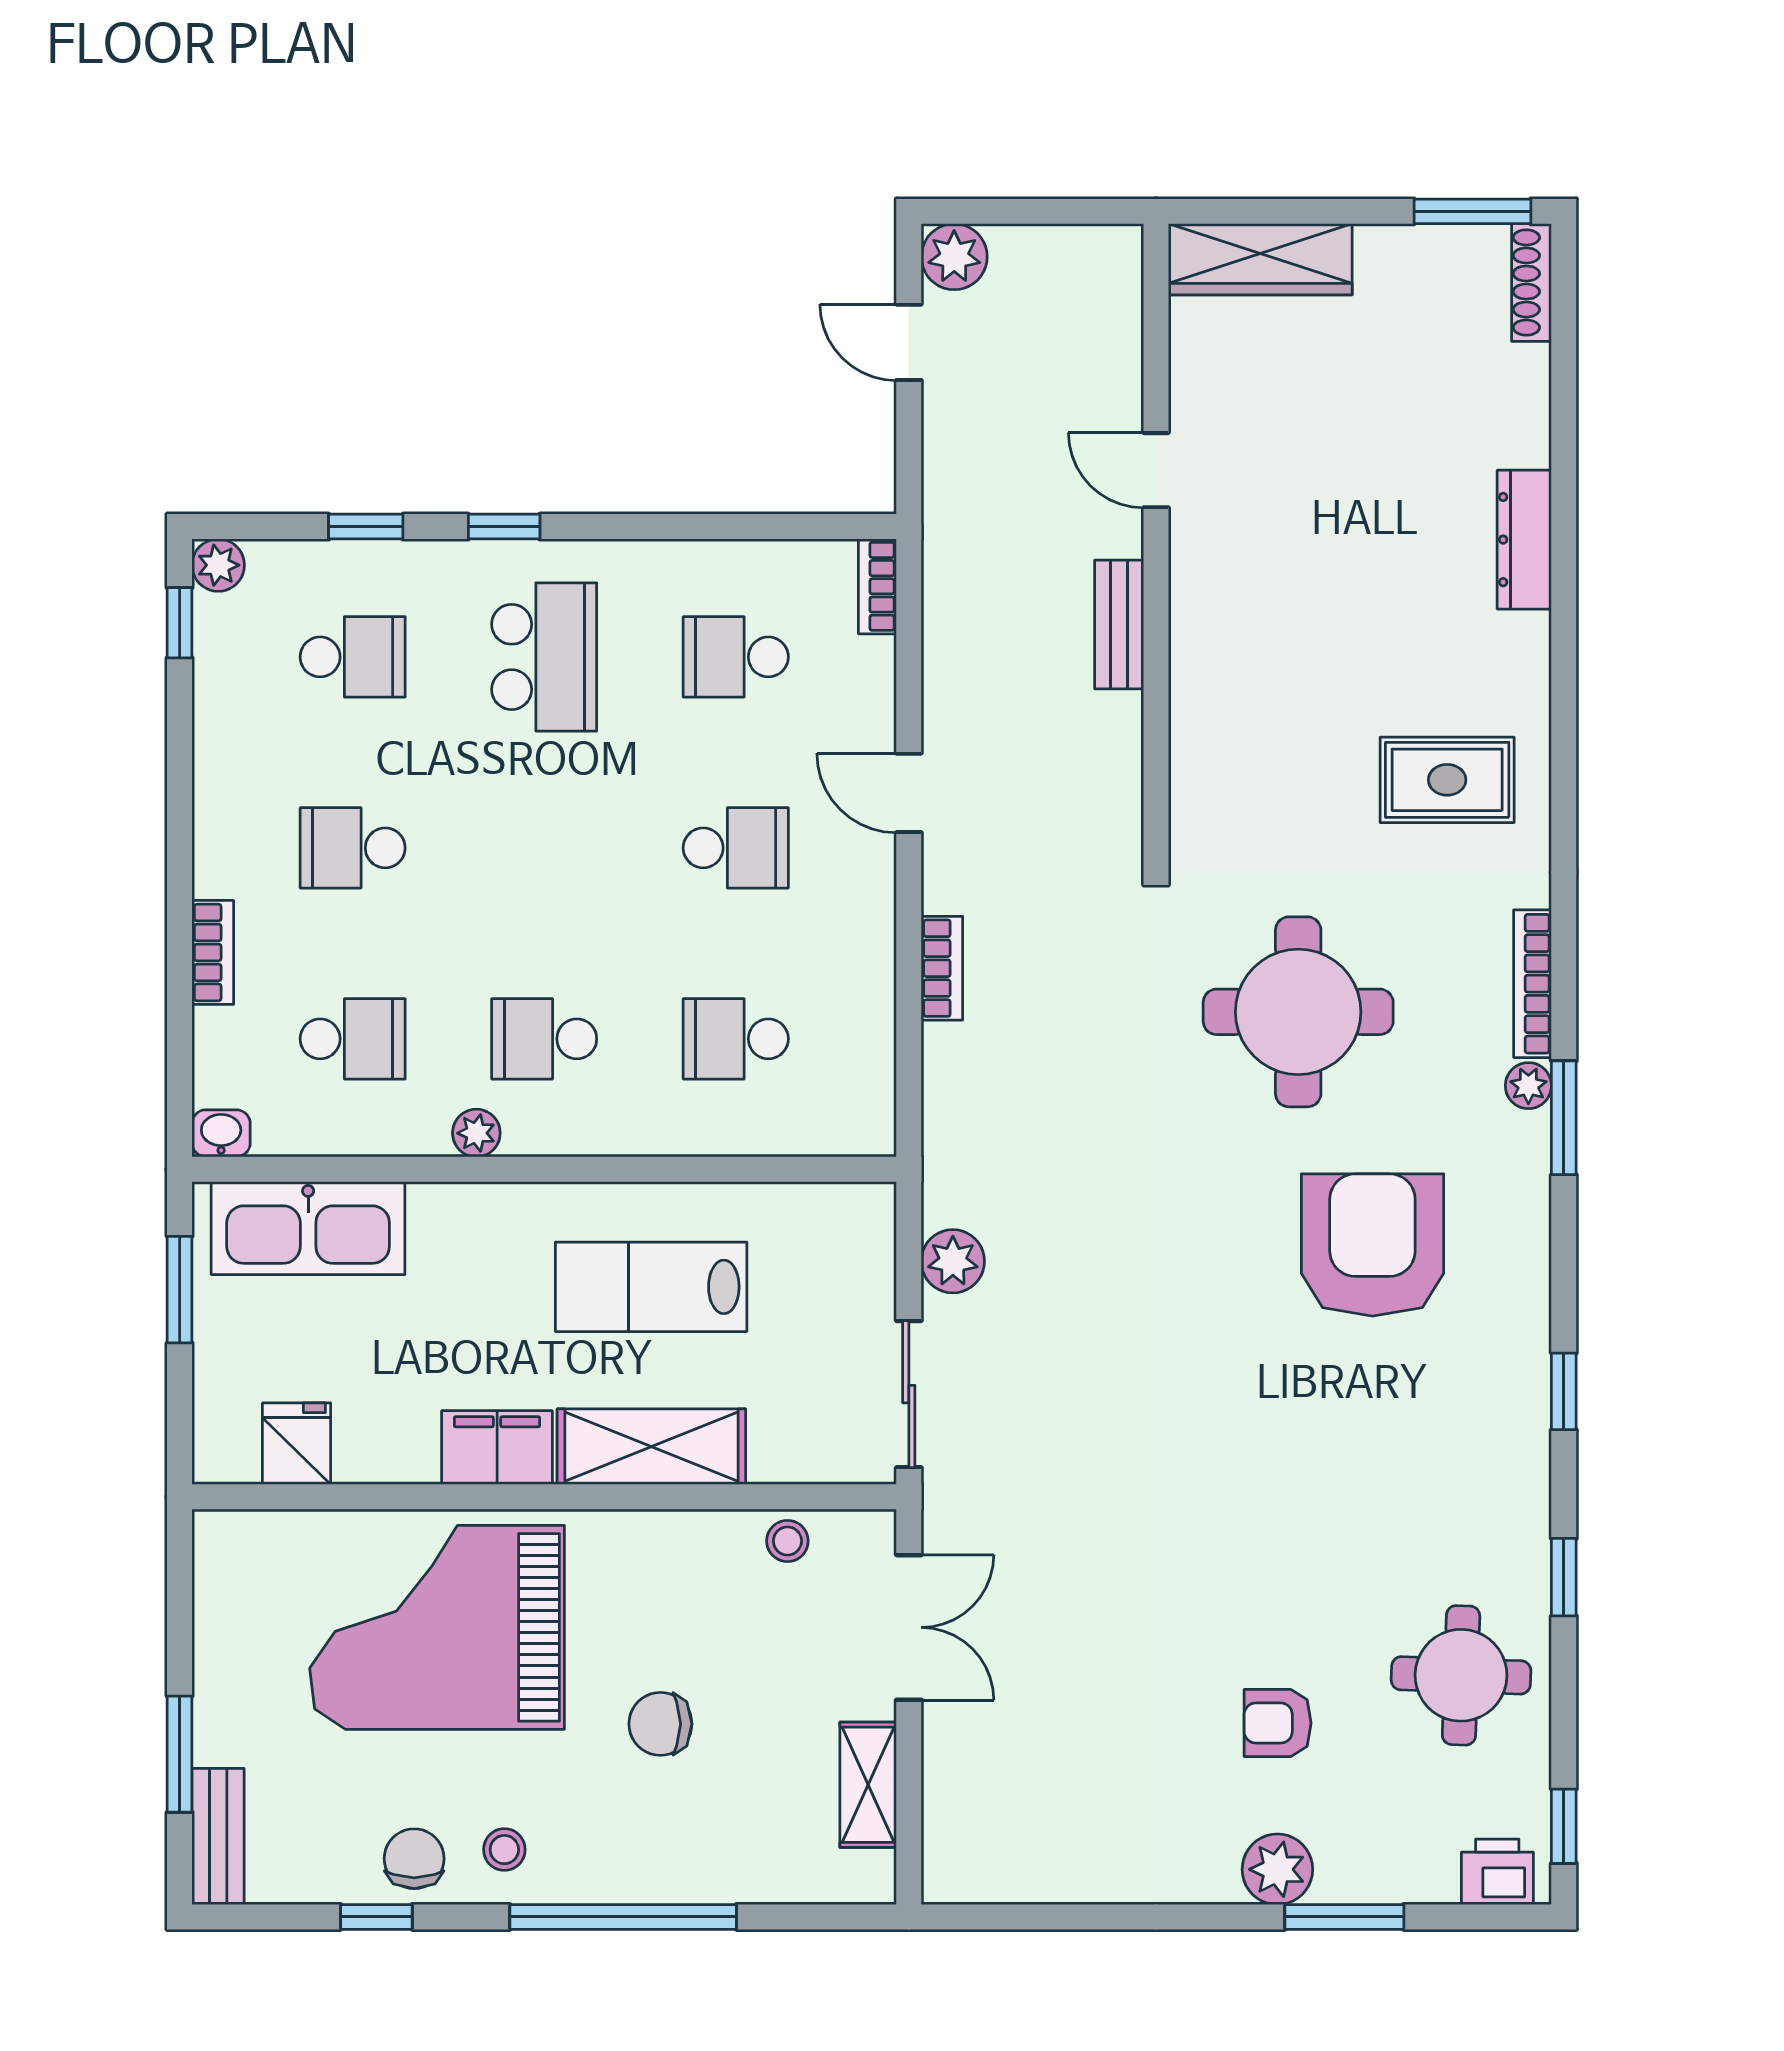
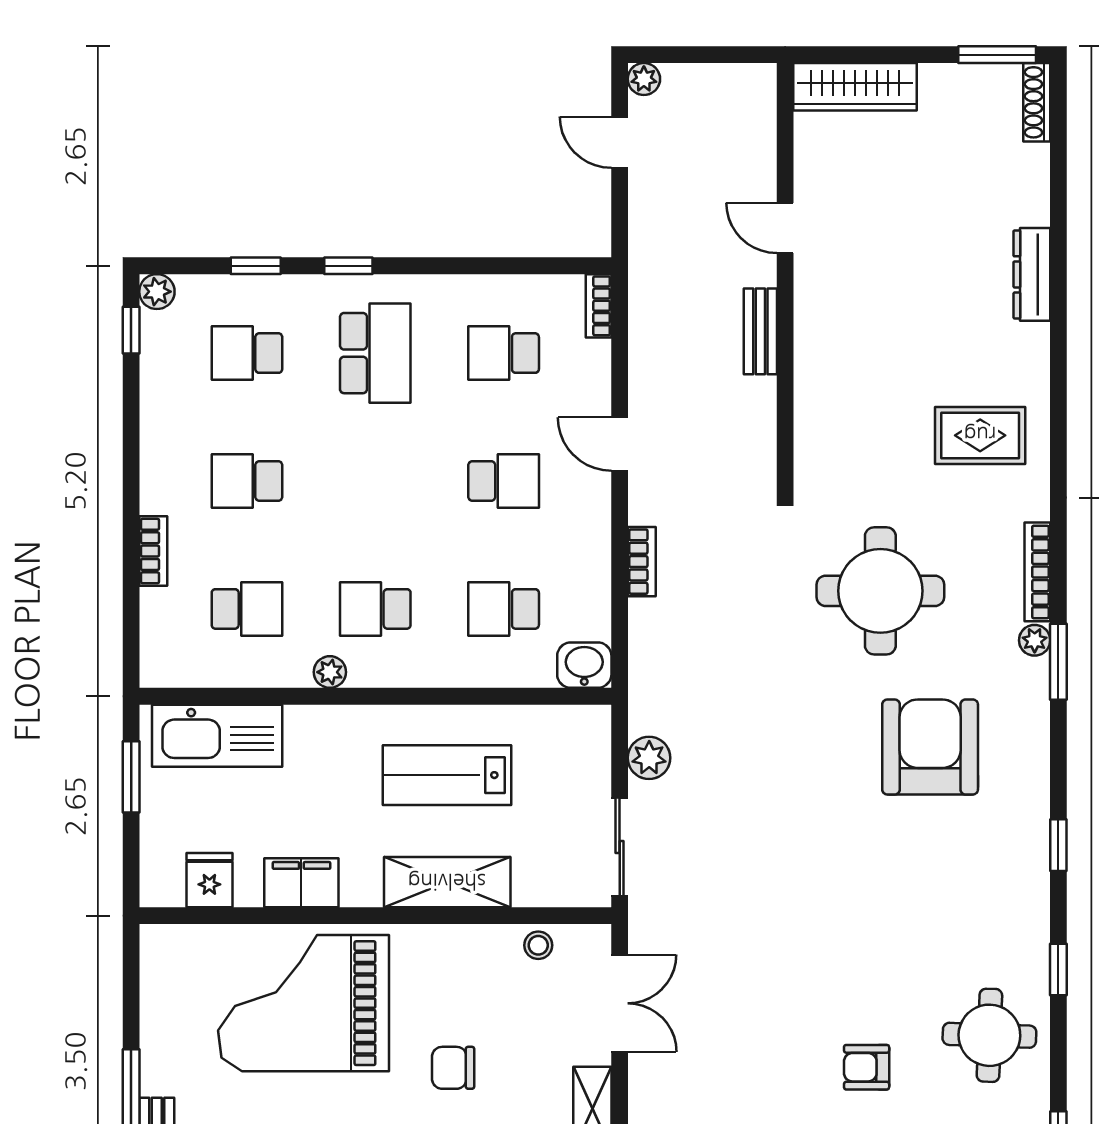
plant: (954, 257) -> (644, 79), width x0.73, depth x0.73
school desk: (353, 657) -> (247, 353), turned 180
washbasin: (221, 1133) -> (584, 665), moved, width x1.38, depth x1.45
filing cabinet: (497, 1448) -> (301, 883), moved

